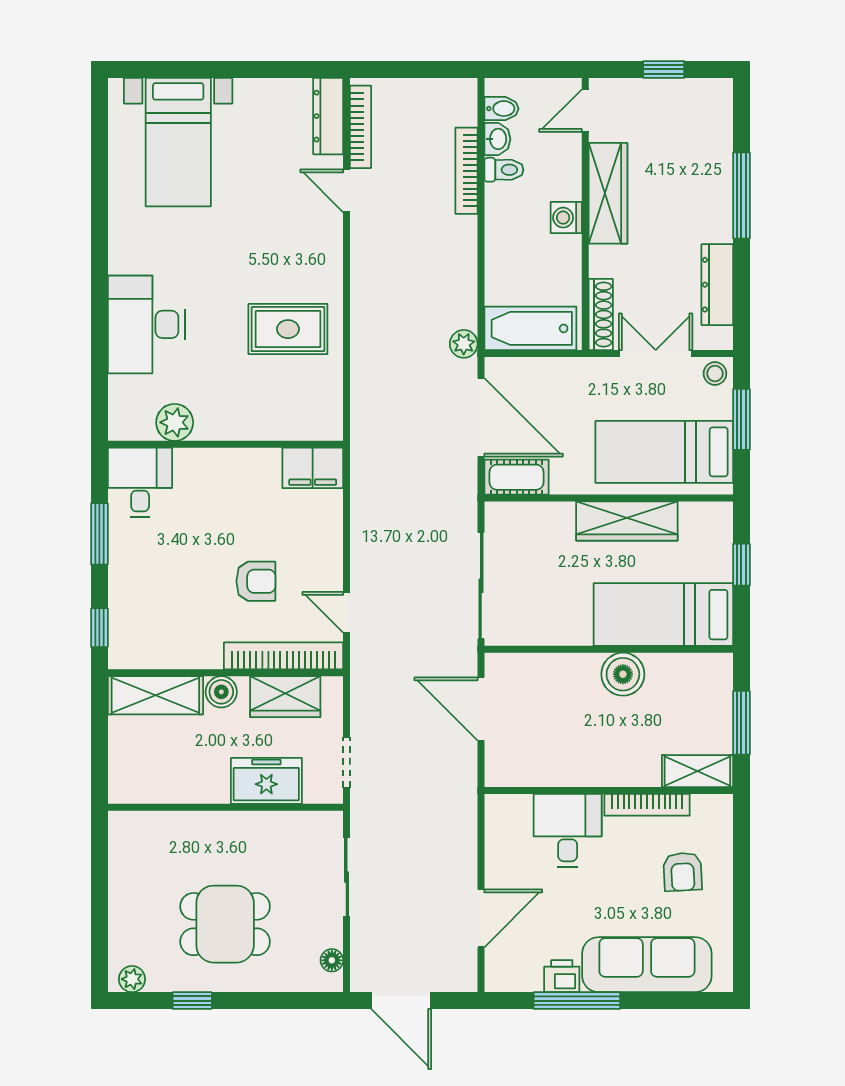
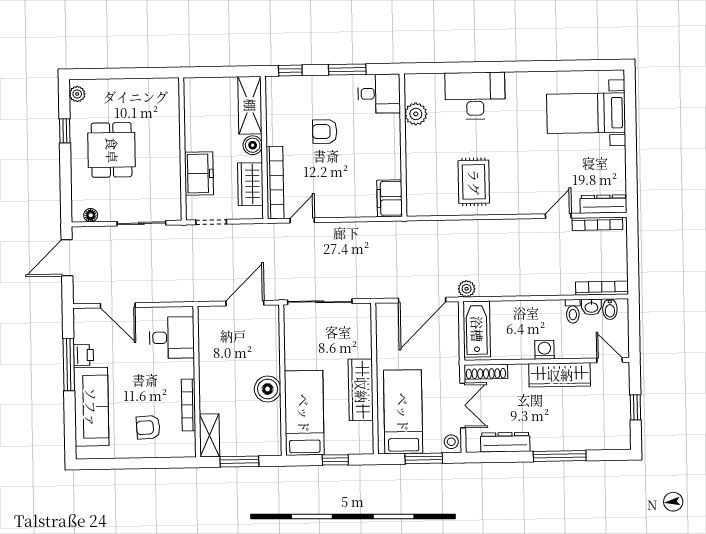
bookcase: (467, 171) -> (602, 288), moved
cot: (517, 477) -> (386, 322), removed
armchair: (256, 581) -> (325, 131), moved, turned 90
desk: (568, 831) -> (172, 338), moved

